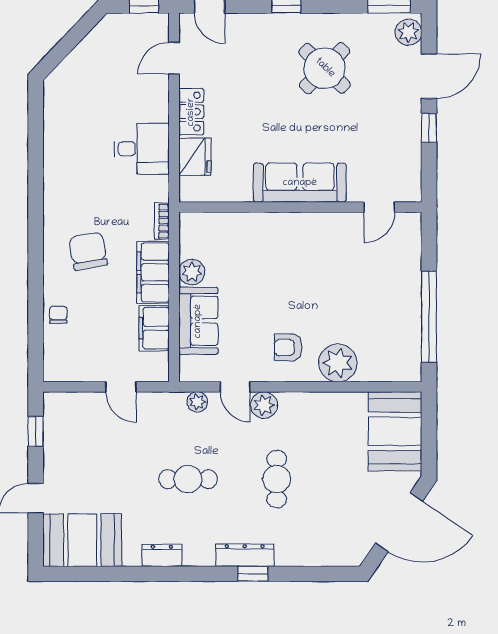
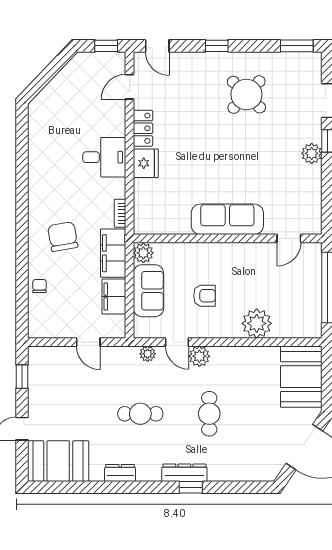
plant: (408, 32) -> (312, 153), moved
sofa: (300, 183) -> (227, 219), moved
wall: (300, 207) -> (228, 238), moved
door: (379, 207) -> (289, 238), moved
armchair: (288, 348) -> (205, 296), moved, turned 180

